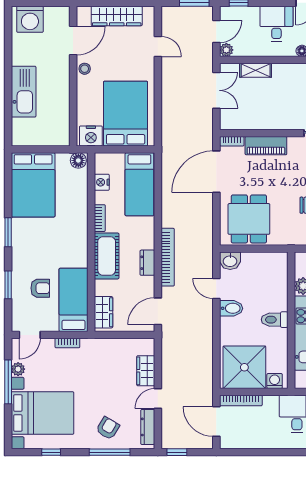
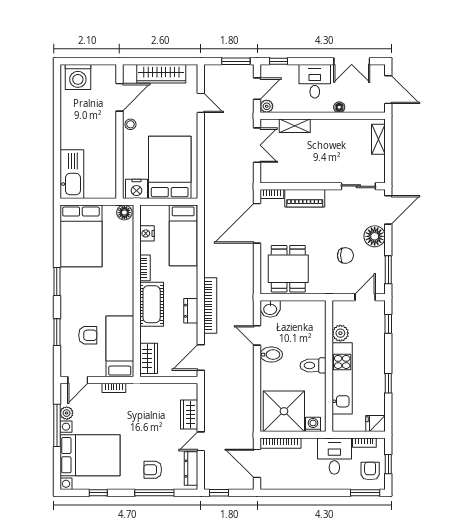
kitchen sink: (24, 92) -> (72, 174), moved
armchair: (108, 428) -> (153, 470), turned -121

